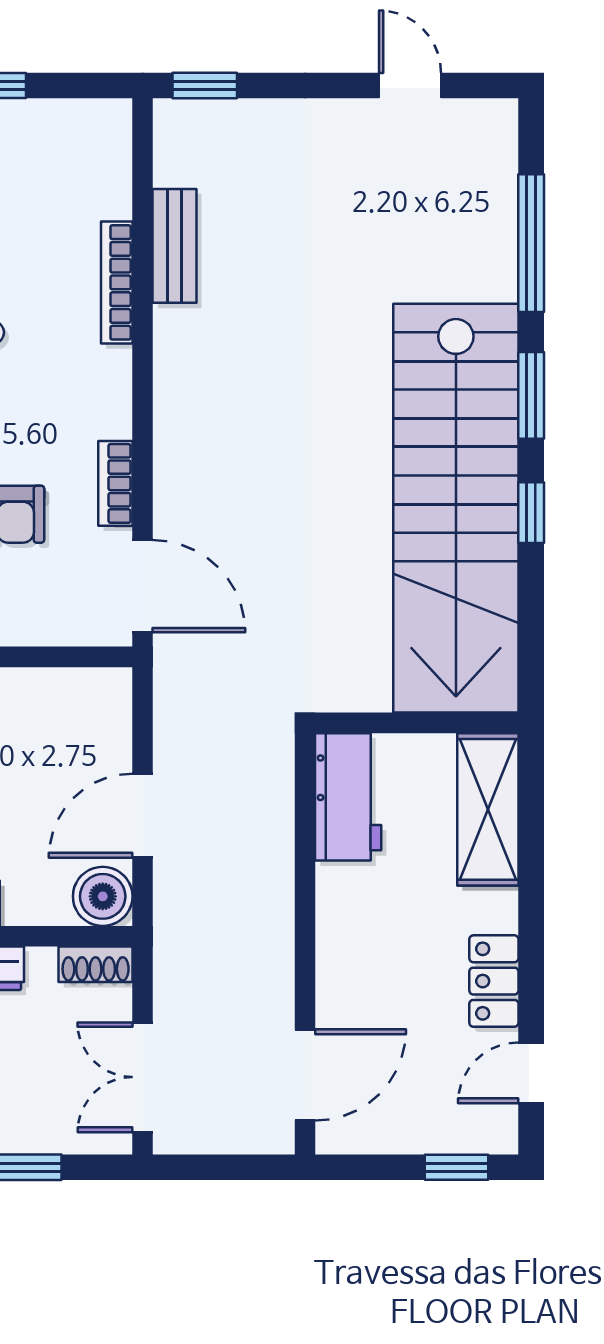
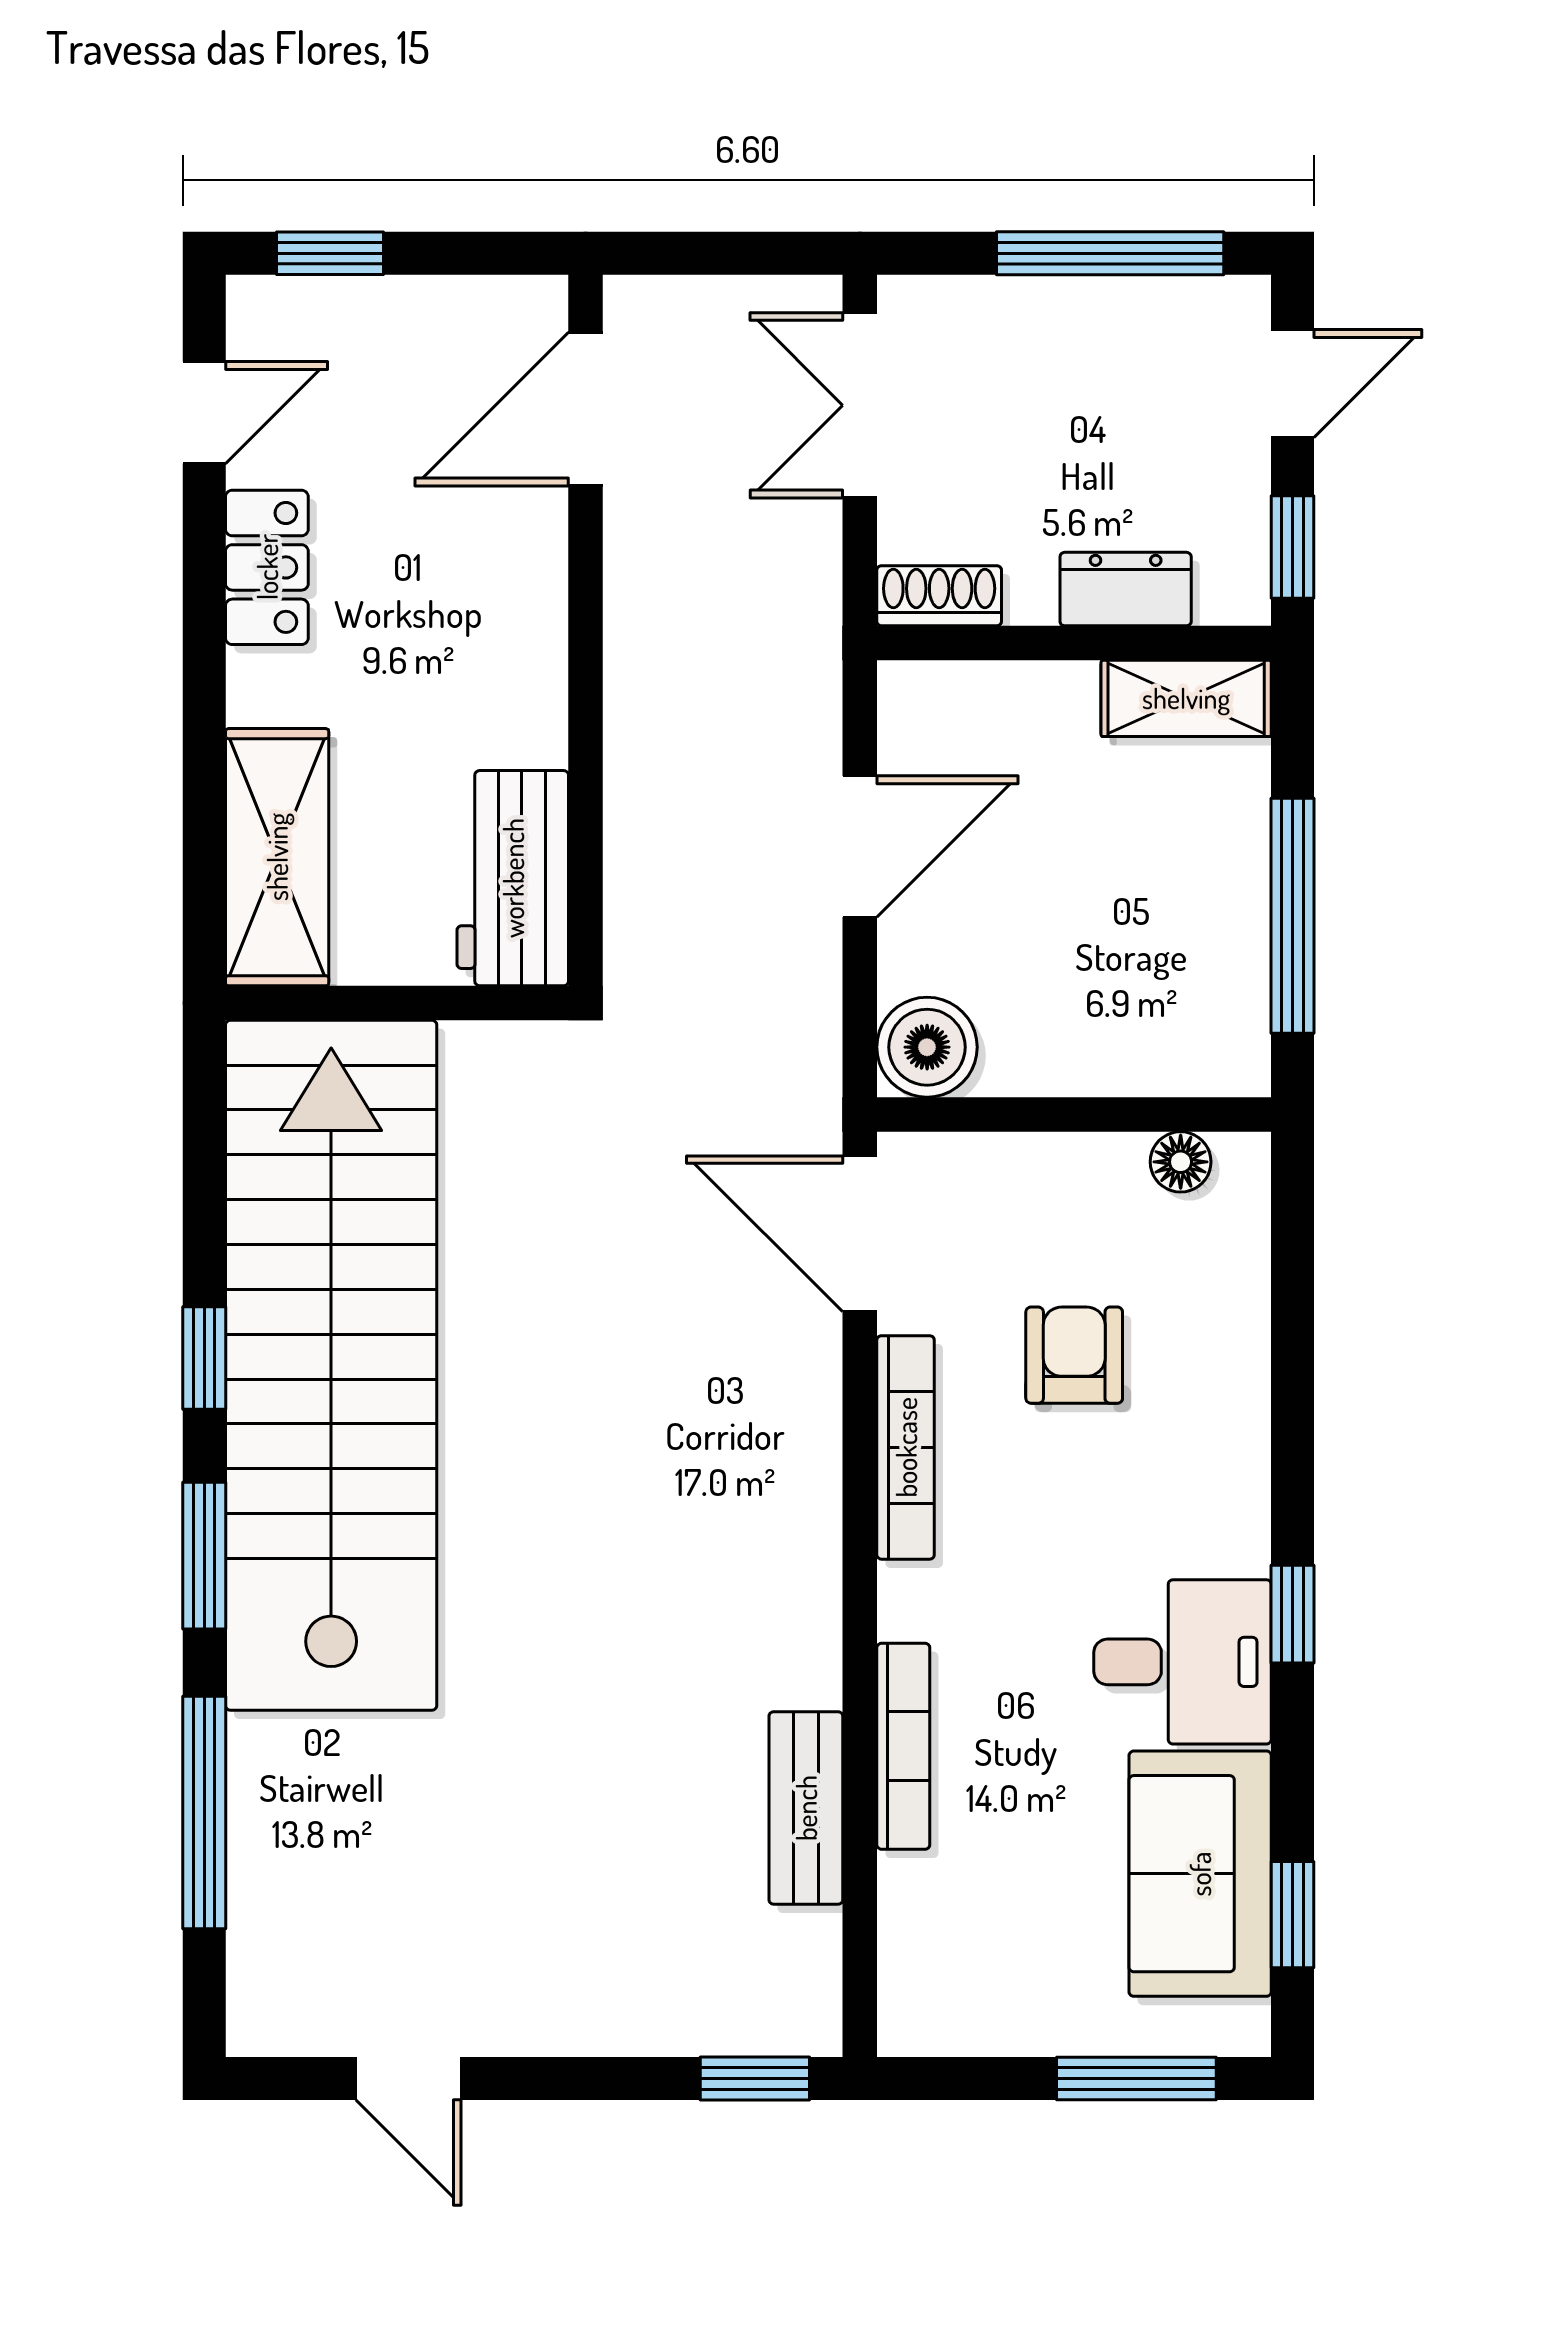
bookcase: (115, 483) -> (906, 1447), width x1.56
boiler: (103, 896) -> (927, 1047), moved
double door: (143, 1077) -> (860, 405), swing flipped

